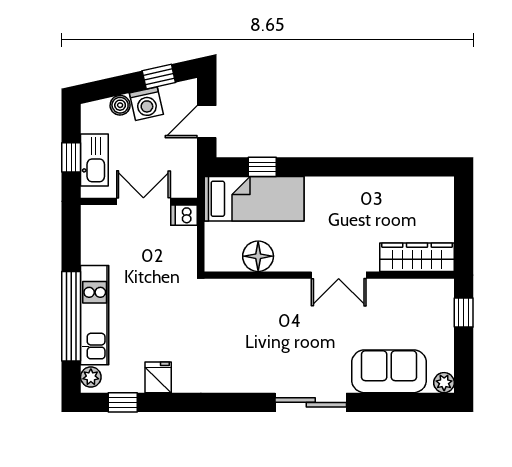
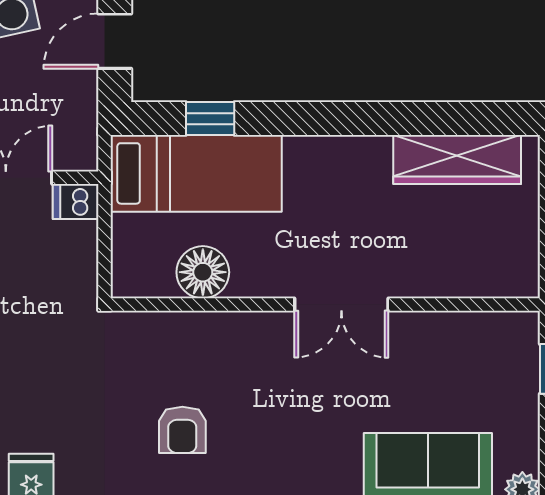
wardrobe: (417, 257) -> (457, 160), moved, turned 180
armchair: (246, 348) -> (182, 430), added

